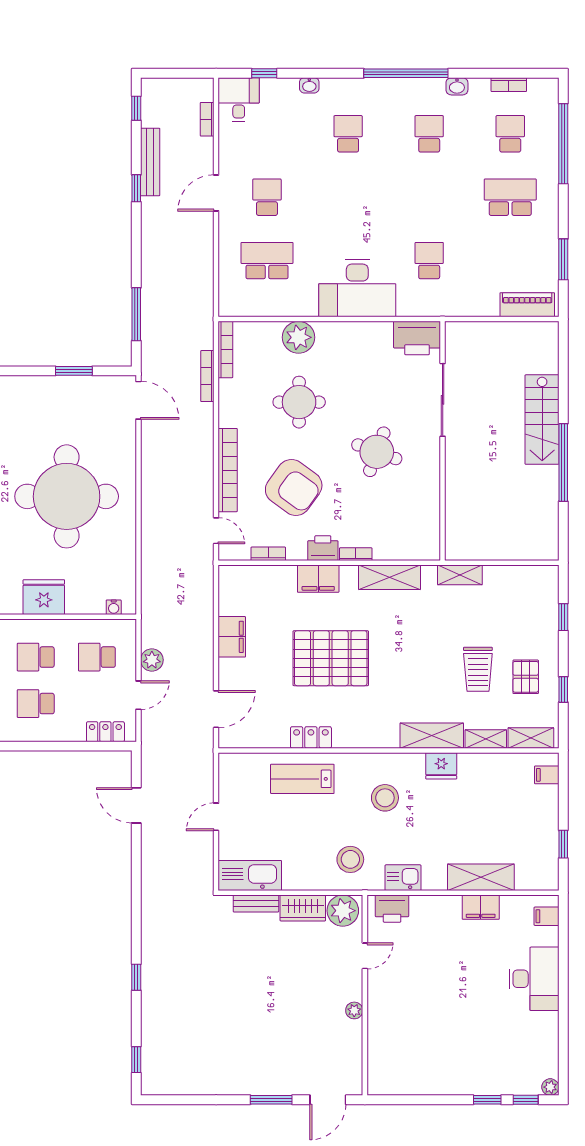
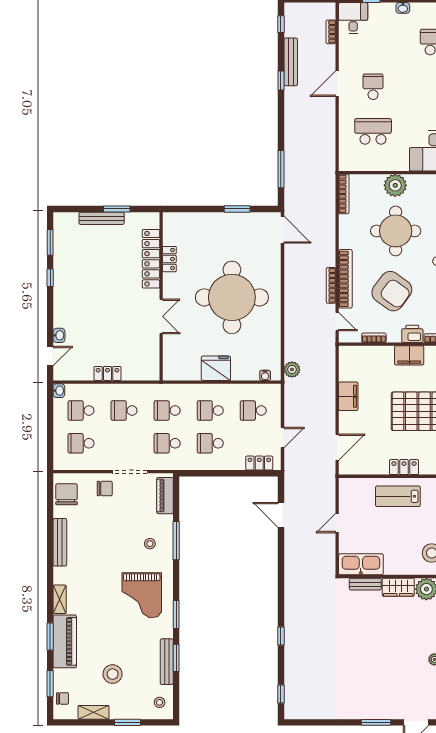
bookcase: (207, 376) -> (331, 285), moved
round table: (299, 402) -> (396, 231), width x1.36, depth x1.36
plant: (152, 660) -> (292, 369), moved

